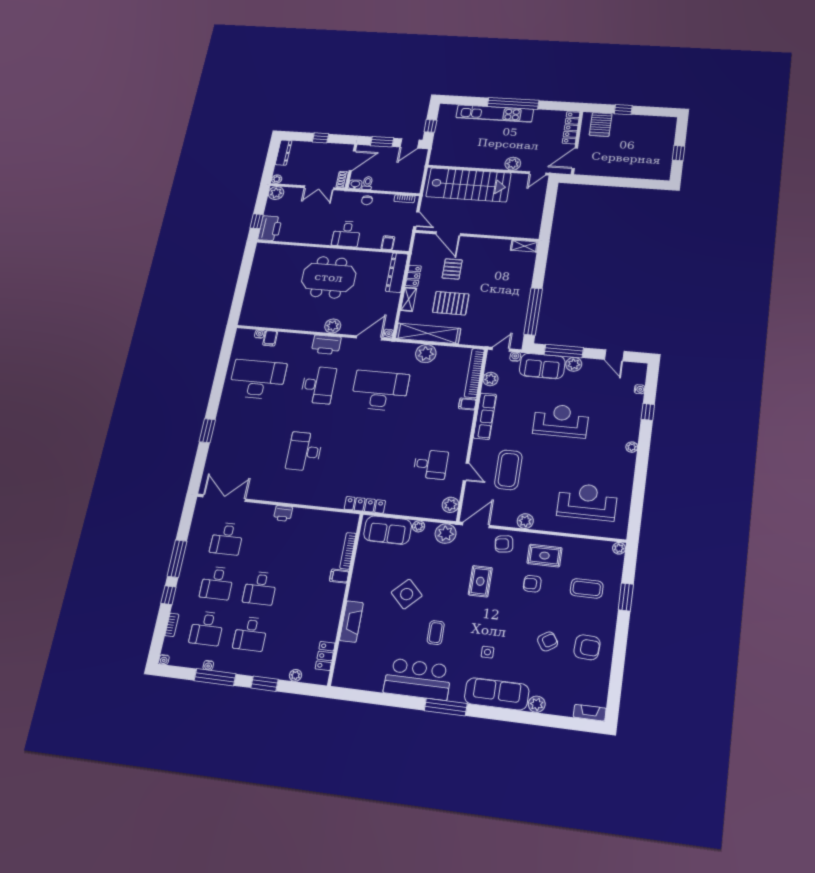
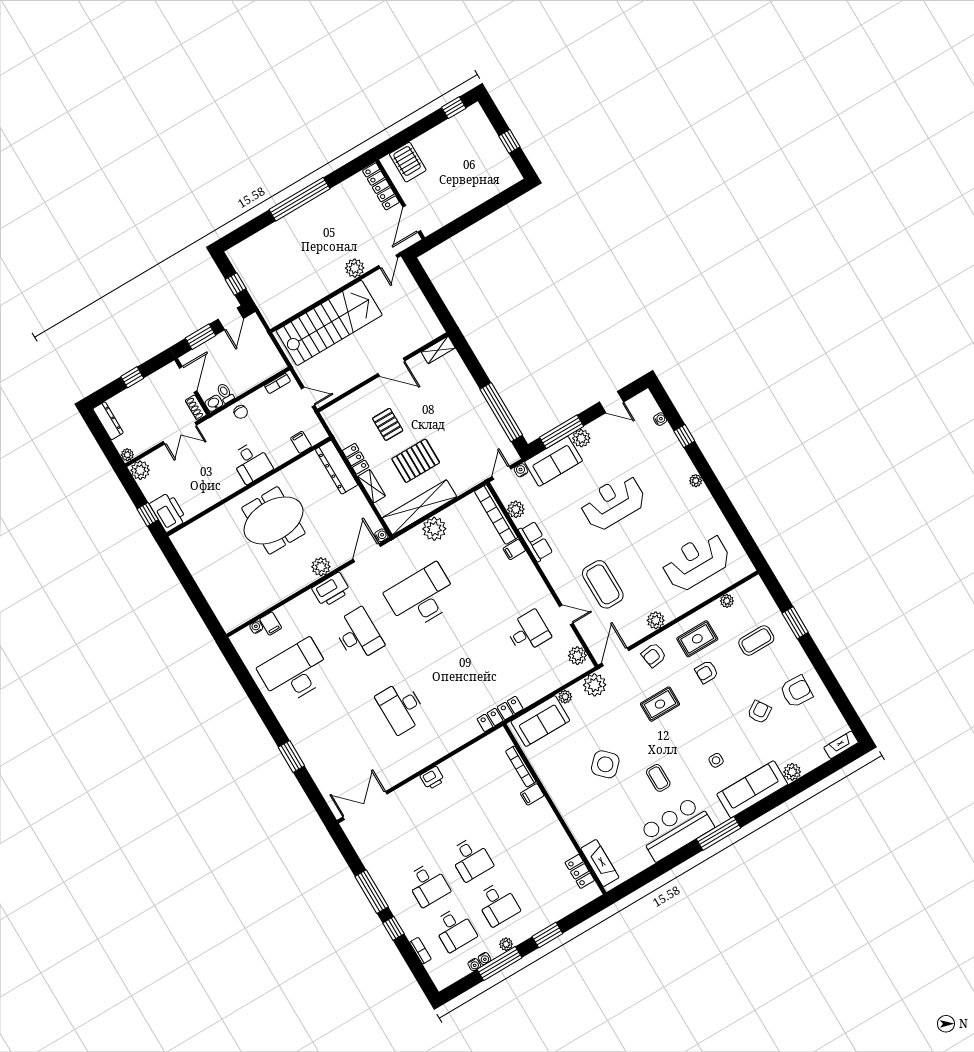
window: (623, 110) -> (454, 108), moved
kitchen unit: (495, 113) -> (290, 224), removed
door: (448, 234) -> (391, 367), moved
row of seats: (485, 416) -> (536, 541), width x0.68
desk: (227, 539) -> (401, 839), removed
plant: (619, 548) -> (727, 601), moved
rug: (480, 581) -> (660, 704), turned 90
fireplace: (351, 622) -> (600, 863), moved
water cooler: (164, 660) -> (474, 965), moved
plant: (295, 675) -> (506, 944), moved

